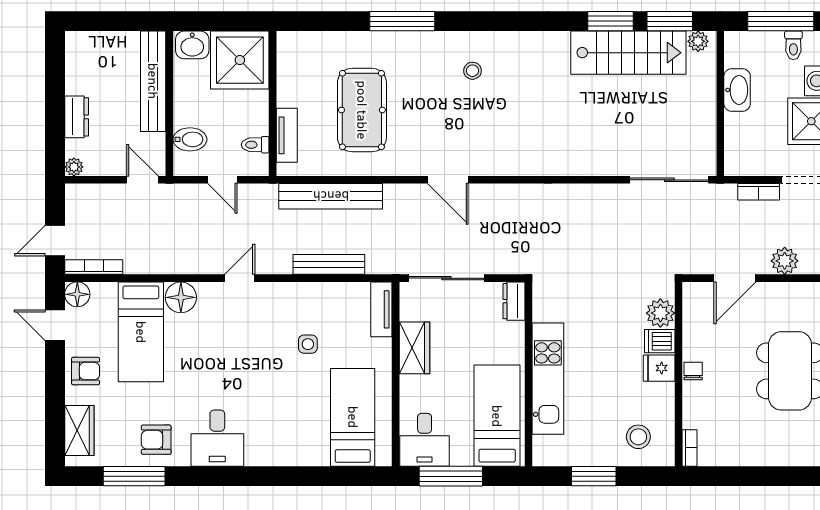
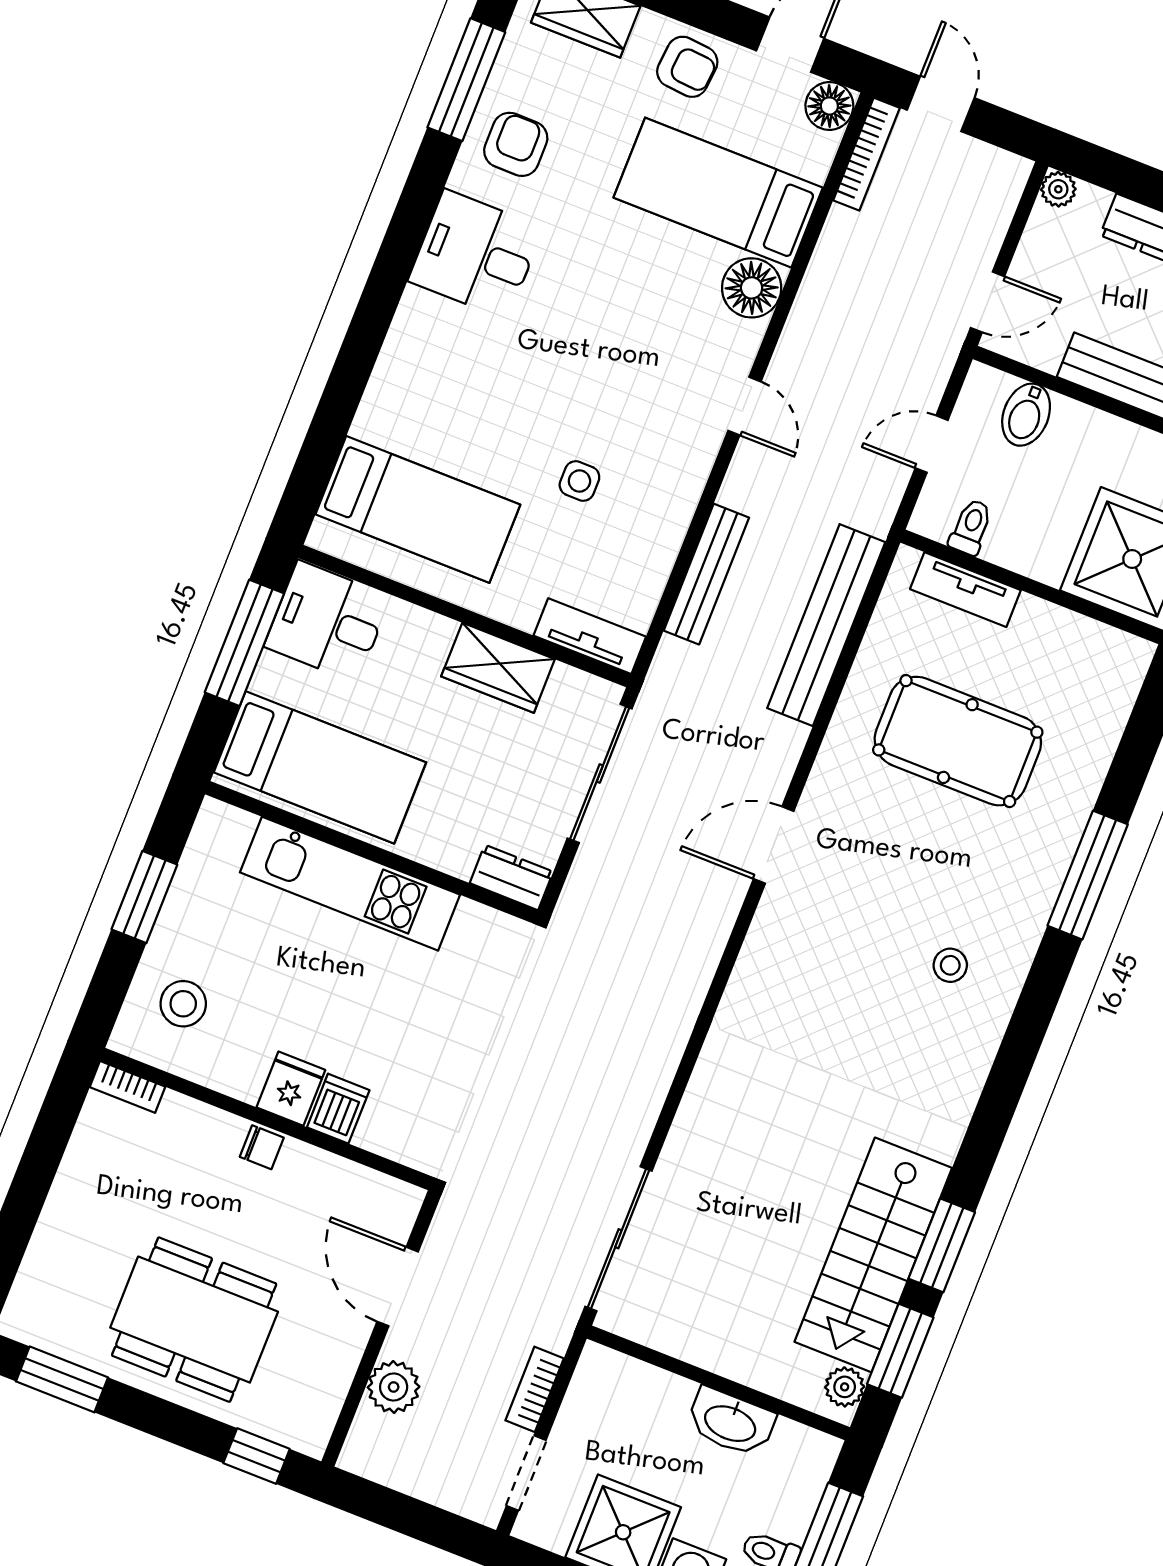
plant: (660, 313) -> (388, 1130), removed
armchair: (86, 371) -> (687, 67), turned -85

